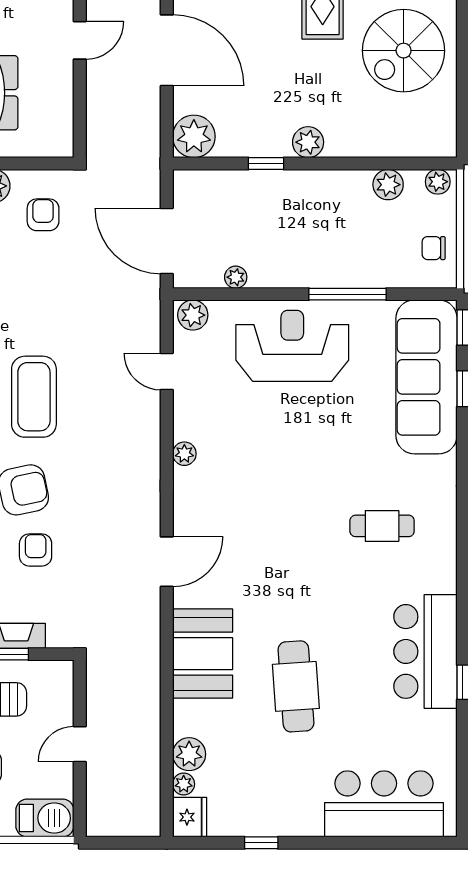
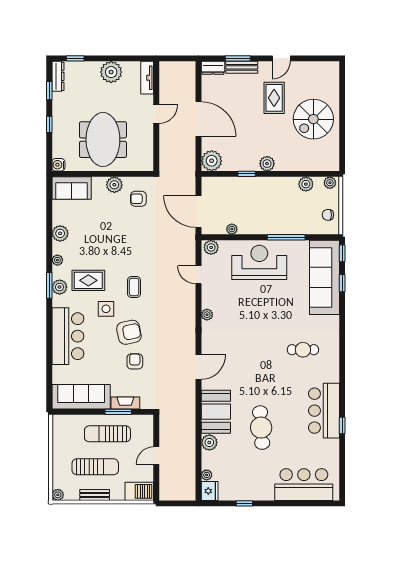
armchair: (43, 215) -> (138, 199), turned -90
coffee table: (34, 397) -> (134, 287), width x0.54, depth x0.58
plant: (189, 754) -> (209, 442), moved

